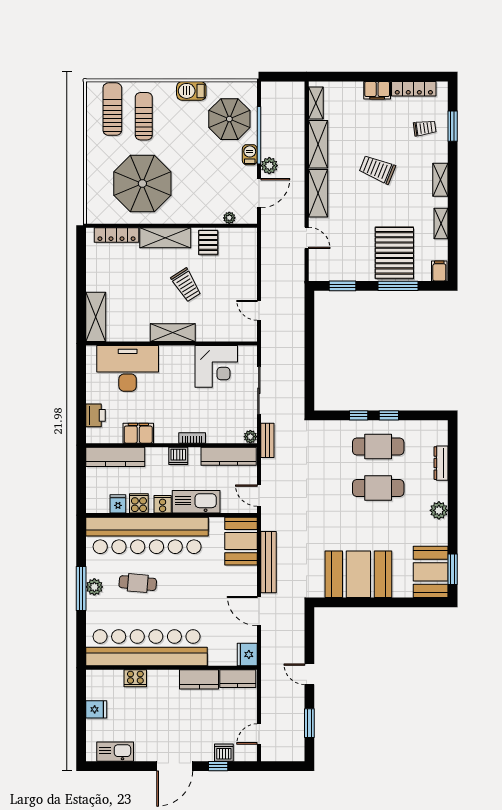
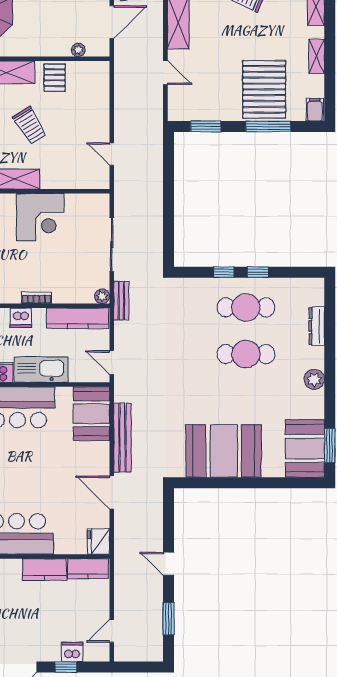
corner desk: (216, 366) -> (40, 217), moved

